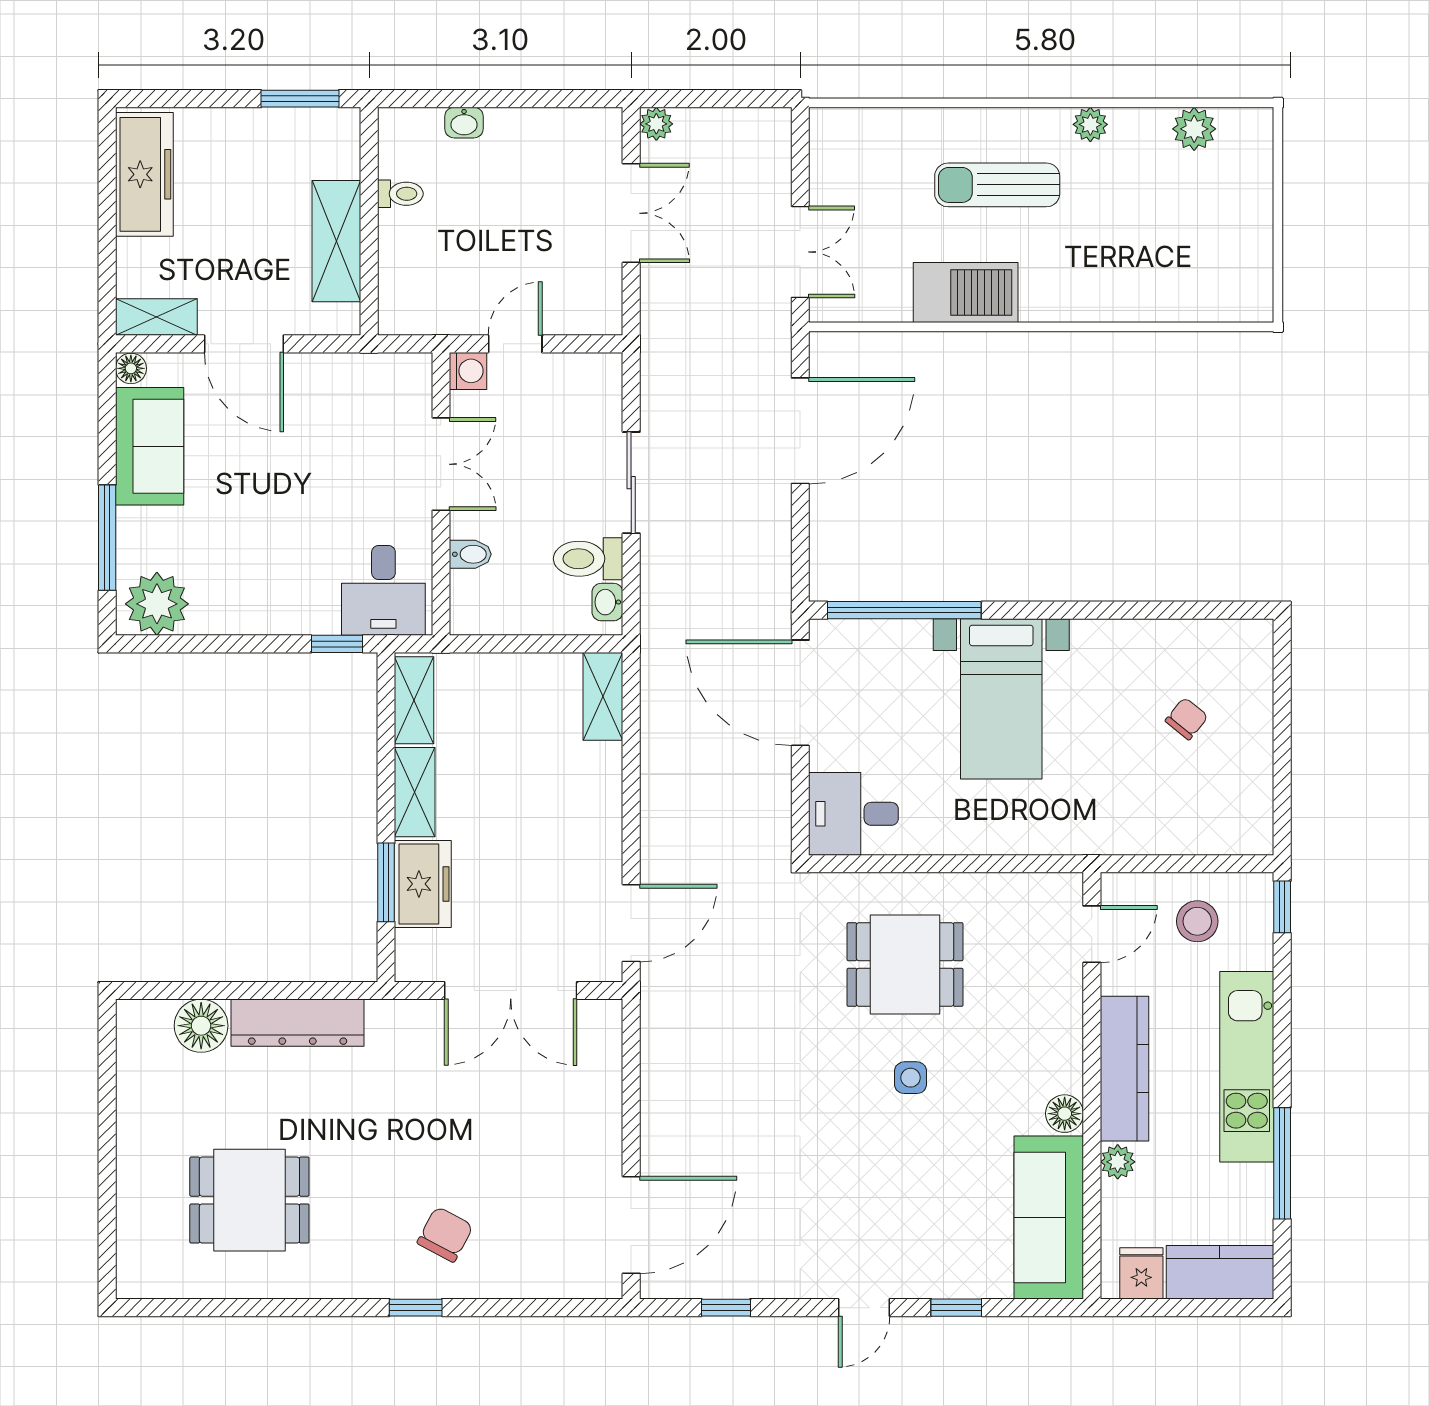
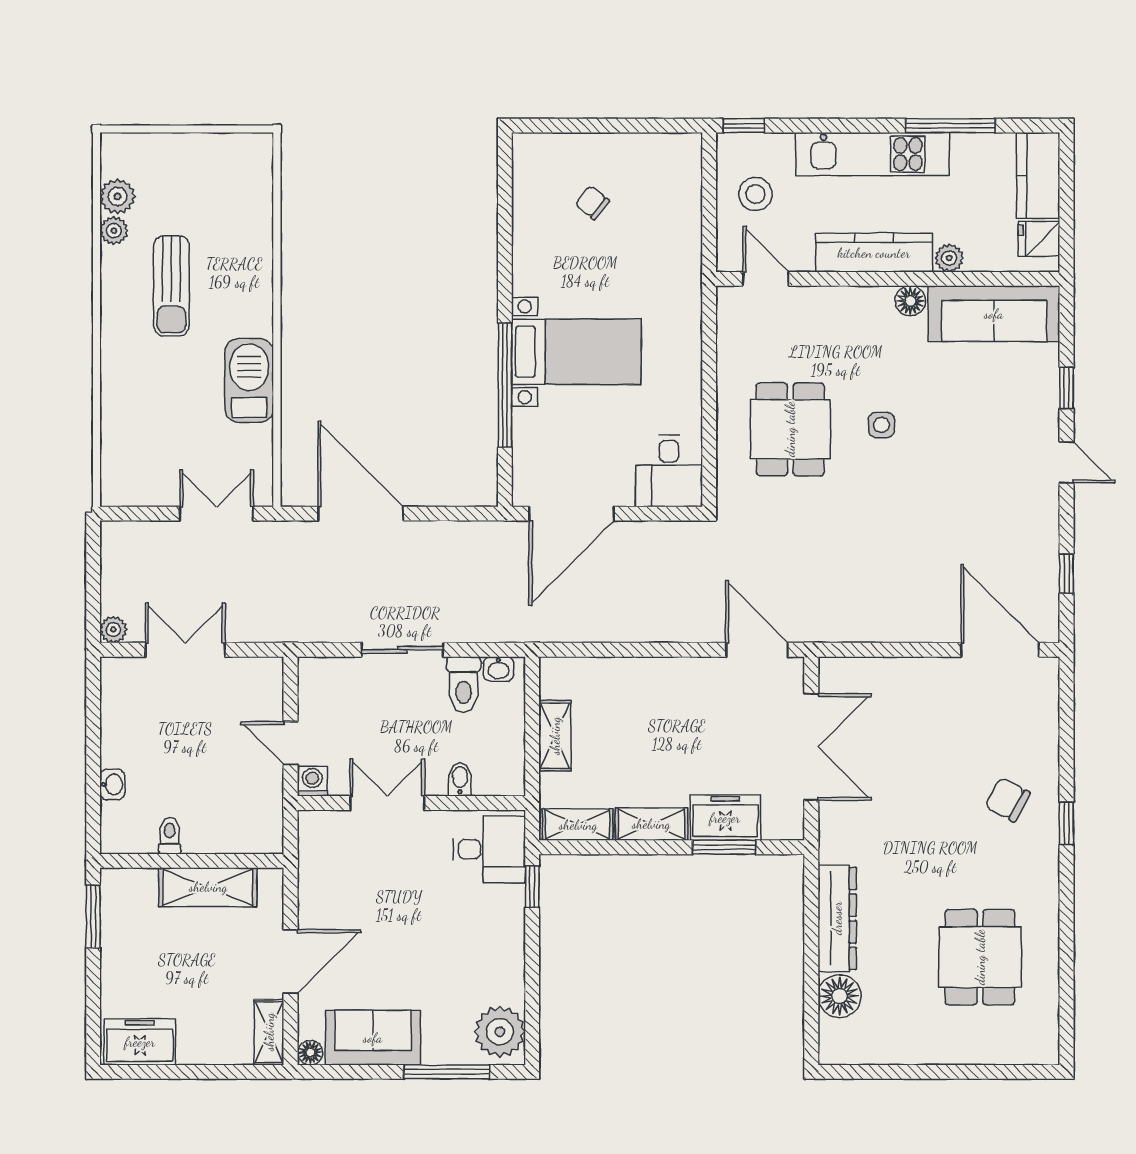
plant: (1090, 124) -> (114, 231), moved
freezer: (144, 174) -> (140, 1042), width x0.71
sun lounger: (997, 185) -> (171, 286), moved
window: (904, 610) -> (505, 385), moved
shelving: (603, 696) -> (555, 736), moved, turned 90

